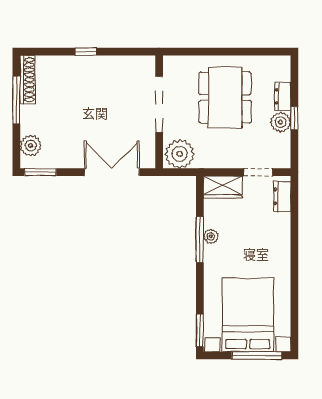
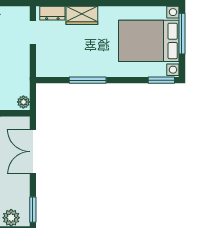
plant: (180, 154) -> (23, 102), width x0.53, depth x0.53
wardrobe: (223, 187) -> (82, 15), moved, turned 90
plant: (211, 236) -> (85, 71), removed

